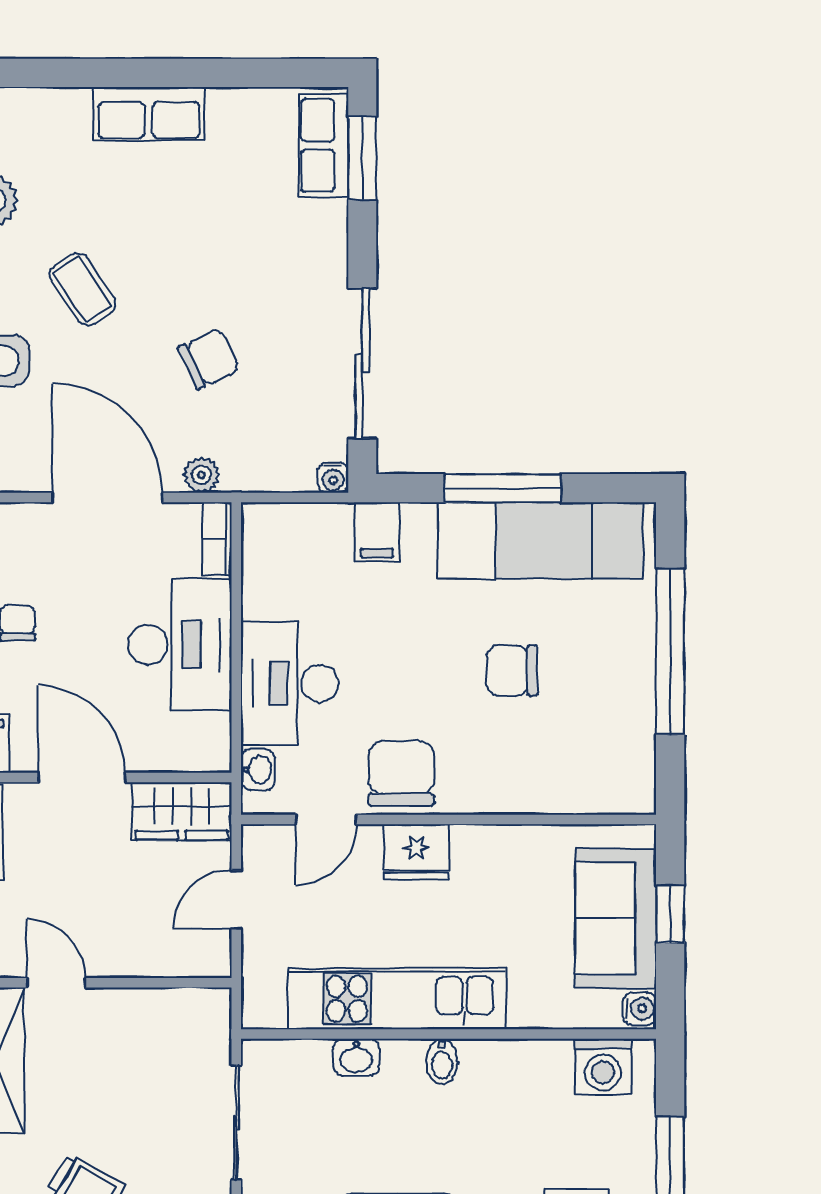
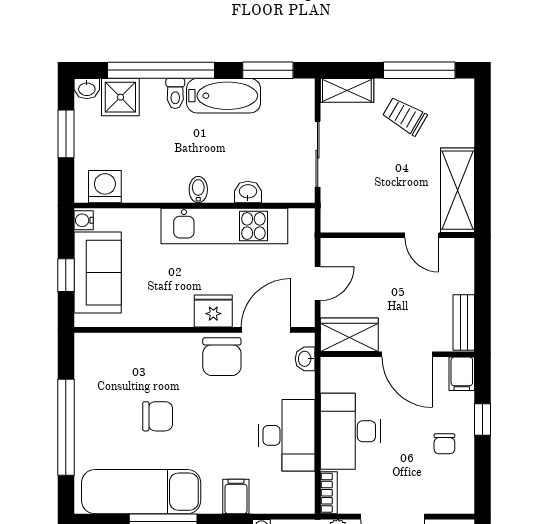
desk: (290, 683) -> (287, 435), moved
door: (326, 819) -> (266, 330), width x1.38

